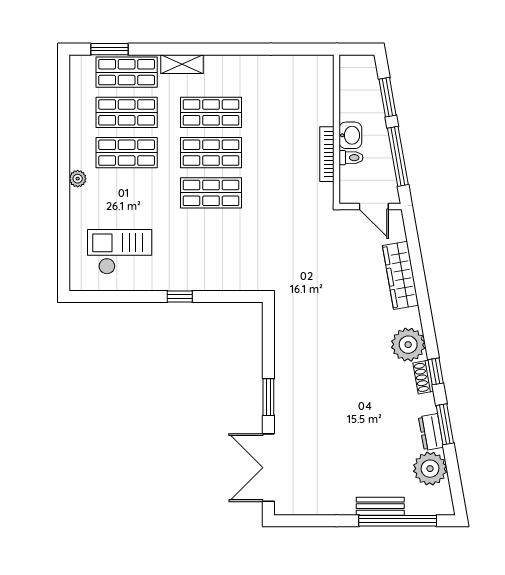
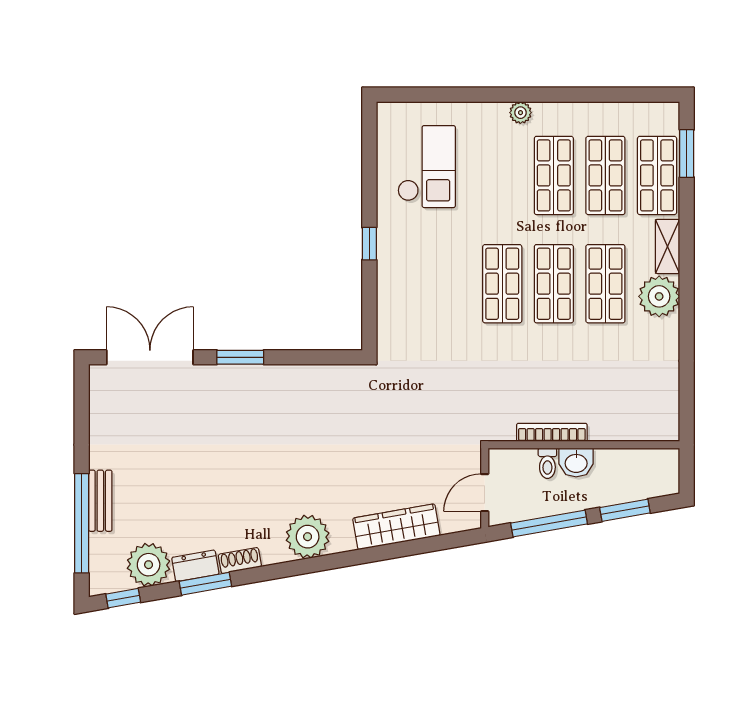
plant: (221, 71) -> (659, 296), added
window: (436, 371) -> (123, 598), moved
shoe rack: (423, 377) -> (240, 561), moved

